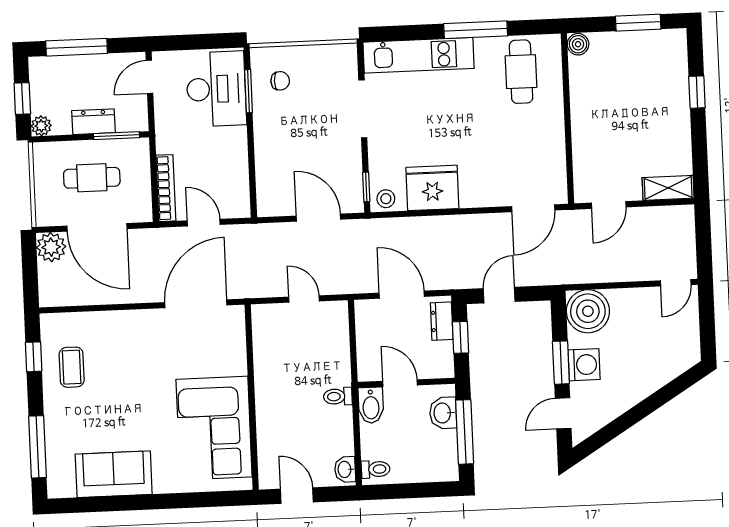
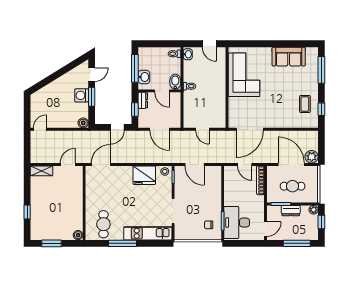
boiler: (588, 311) -> (83, 123), width x0.54, depth x0.54
dresser: (442, 321) -> (143, 100), moved

